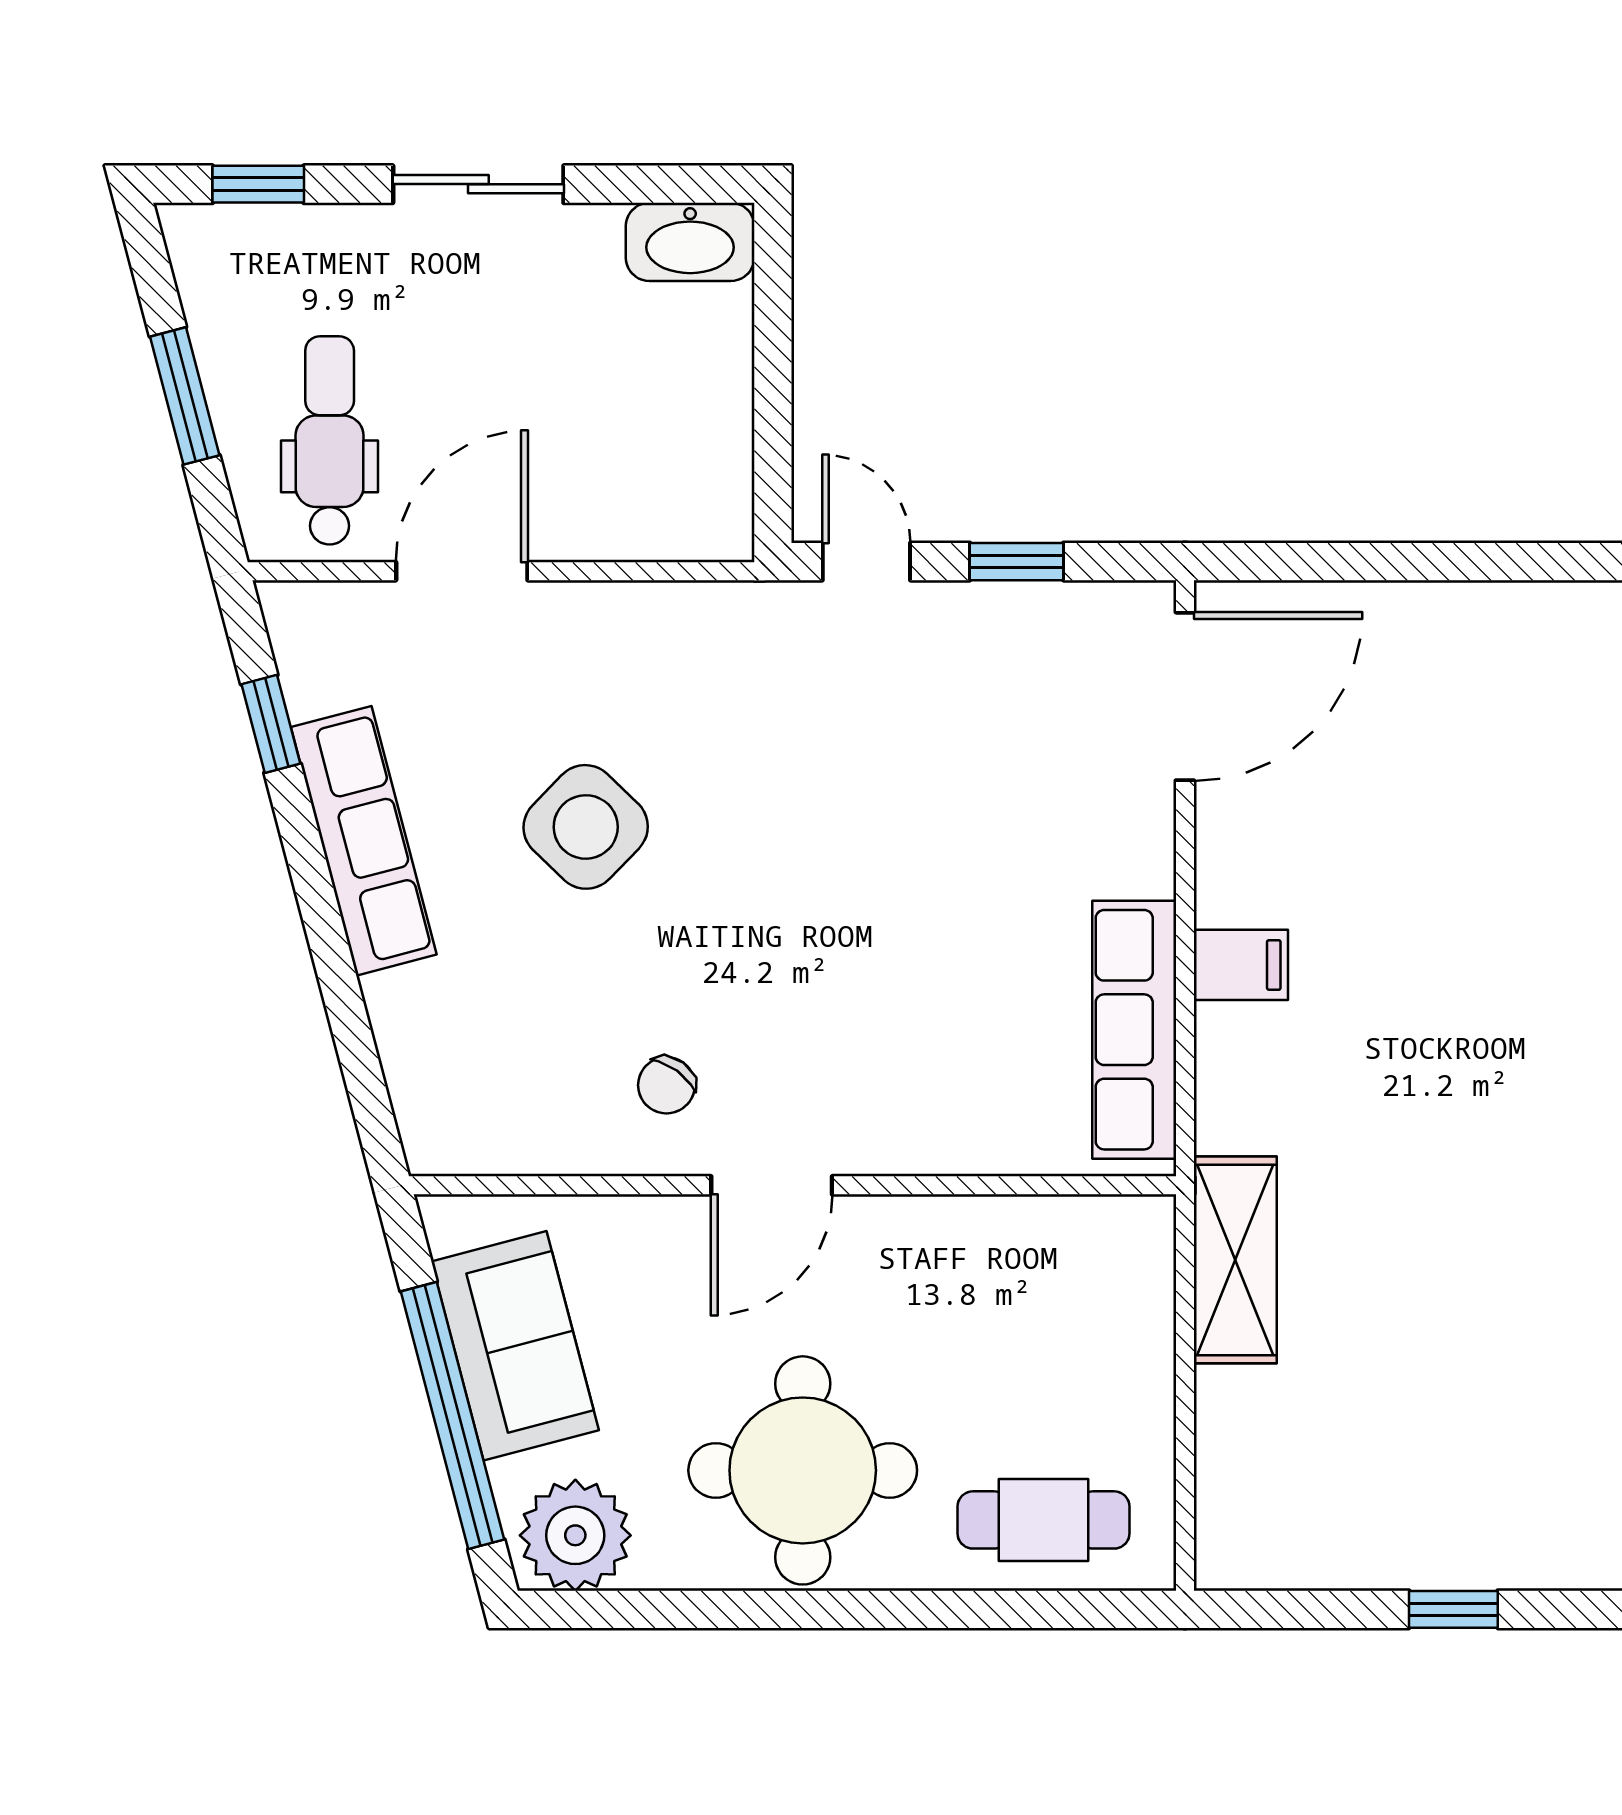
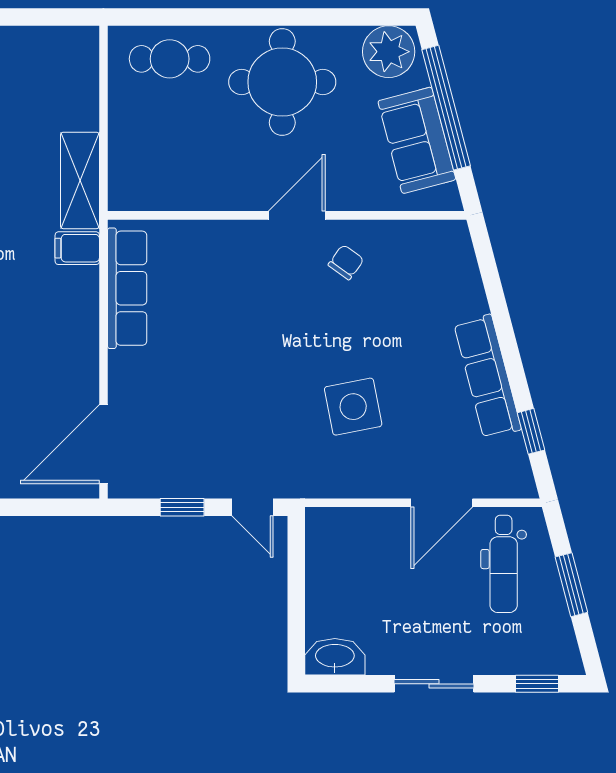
side table: (586, 827) -> (353, 407), moved, turned 35
filing cabinet: (1241, 965) -> (77, 248), moved

